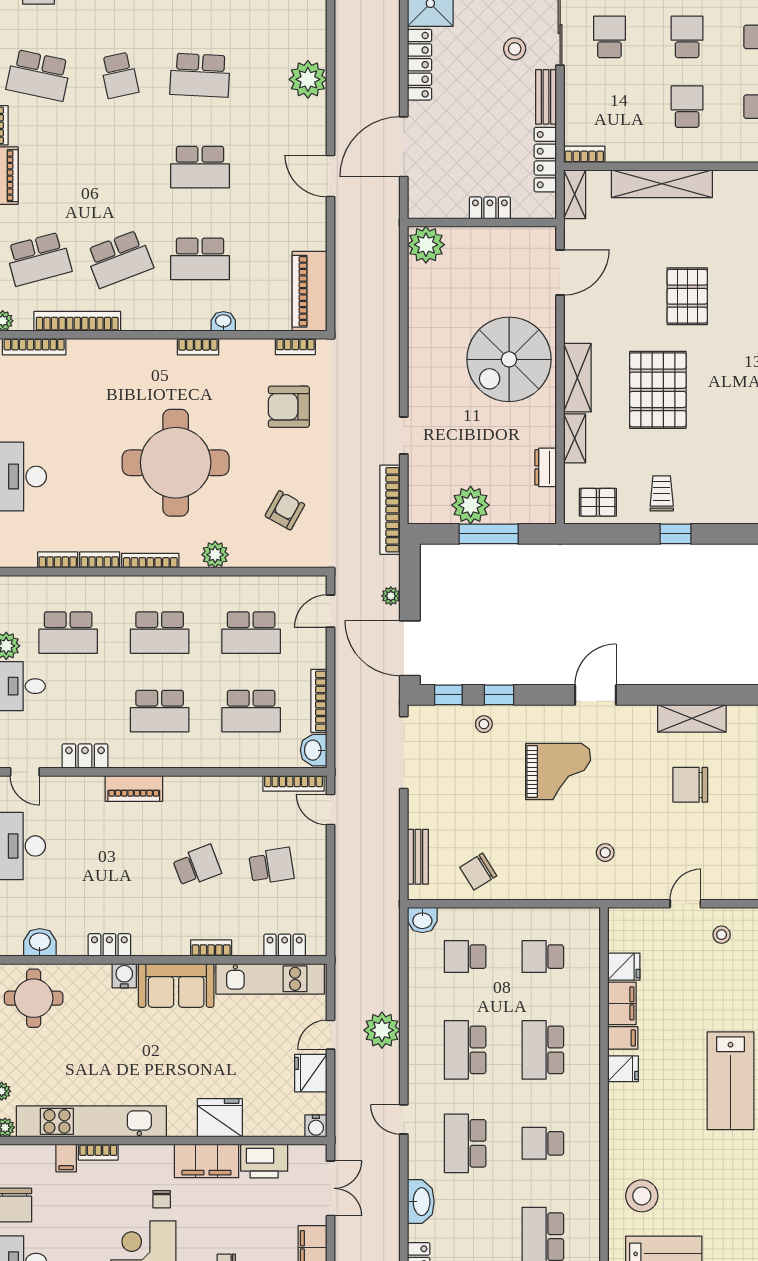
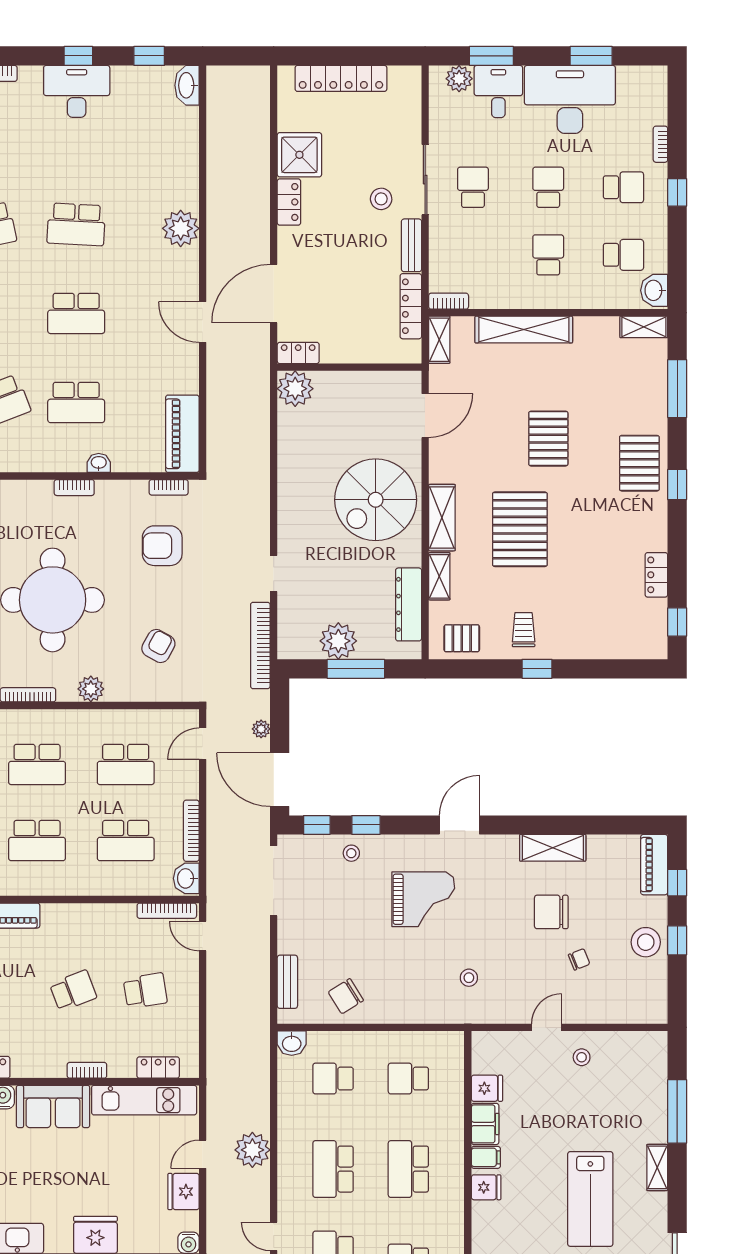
locker: (420, 65) -> (289, 202), width x0.66
locker: (490, 208) -> (298, 353), moved
dresser: (546, 467) -> (409, 604), width x1.96, depth x1.24
chair: (719, 834) -> (579, 959), added

